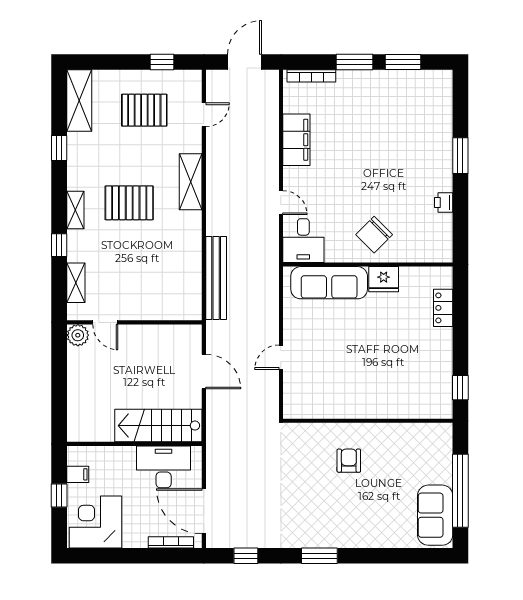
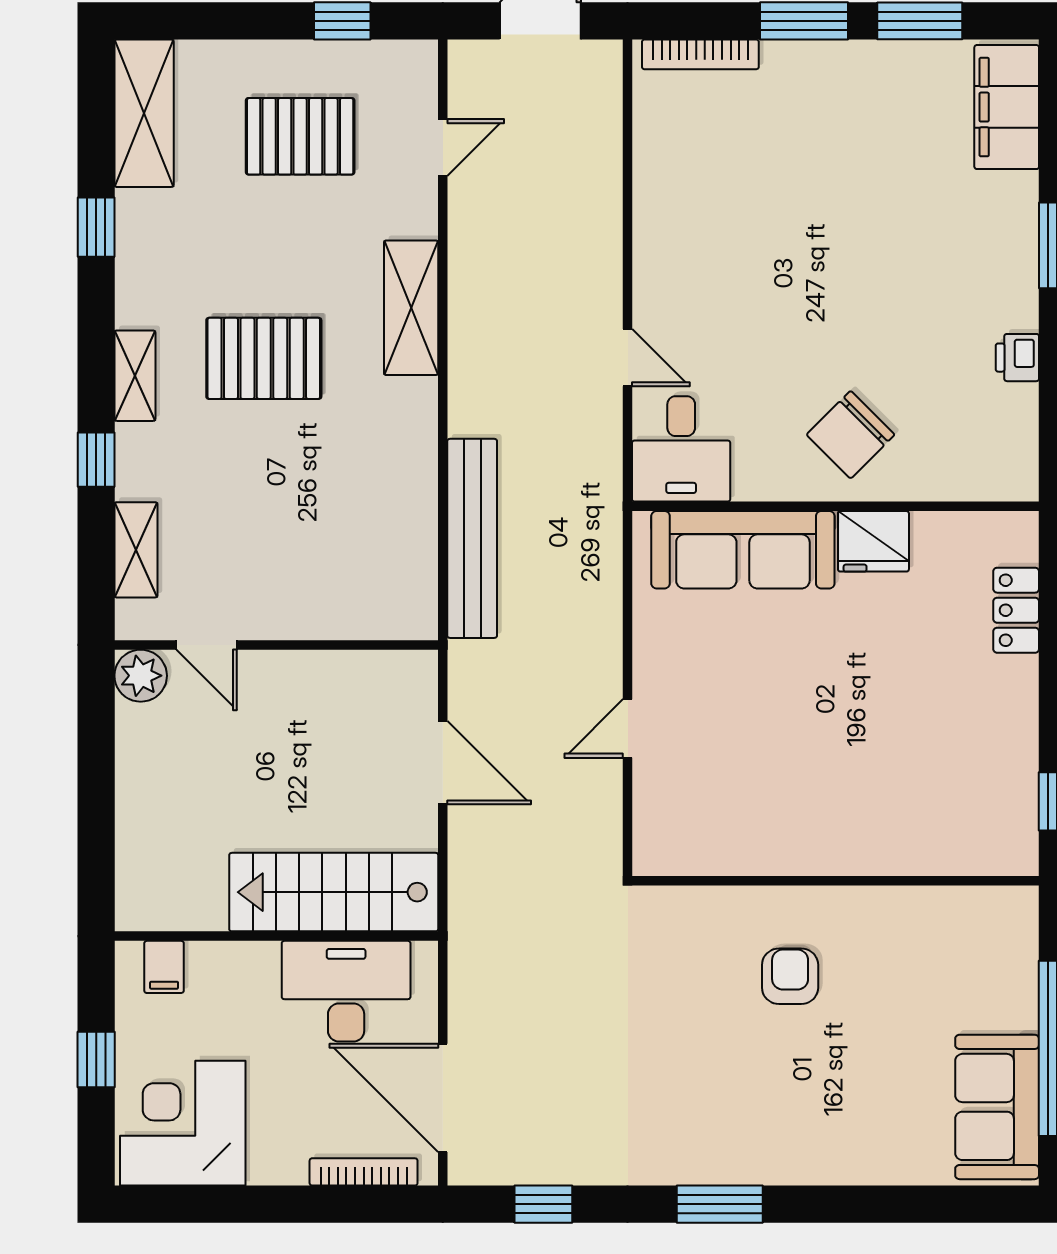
filing cabinet: (296, 140) -> (1007, 107), moved, turned 180
filing cabinet: (78, 474) -> (164, 967), moved, turned 90

